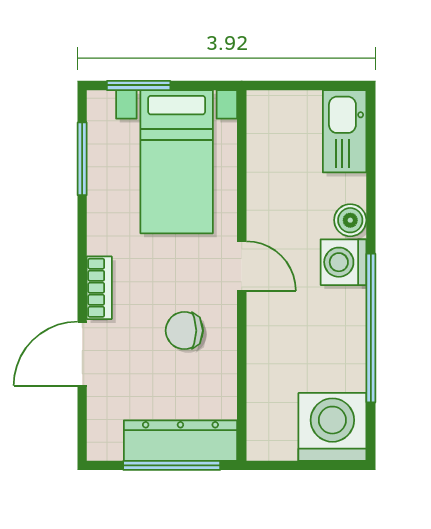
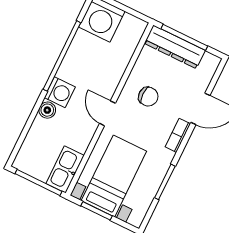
window: (139, 85) -> (97, 211), moved
window: (304, 85) -> (39, 183), added
kitchen sink: (345, 131) -> (65, 169), moved, turned 180
window: (82, 159) -> (165, 182), moved

